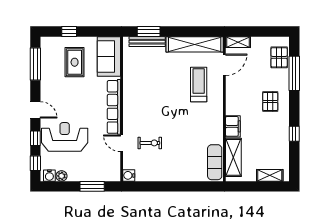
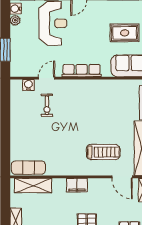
row of seats: (114, 107) -> (82, 71), width x0.73
filing cabinet: (233, 126) -> (77, 185), moved
water cooler: (129, 175) -> (28, 85), moved

